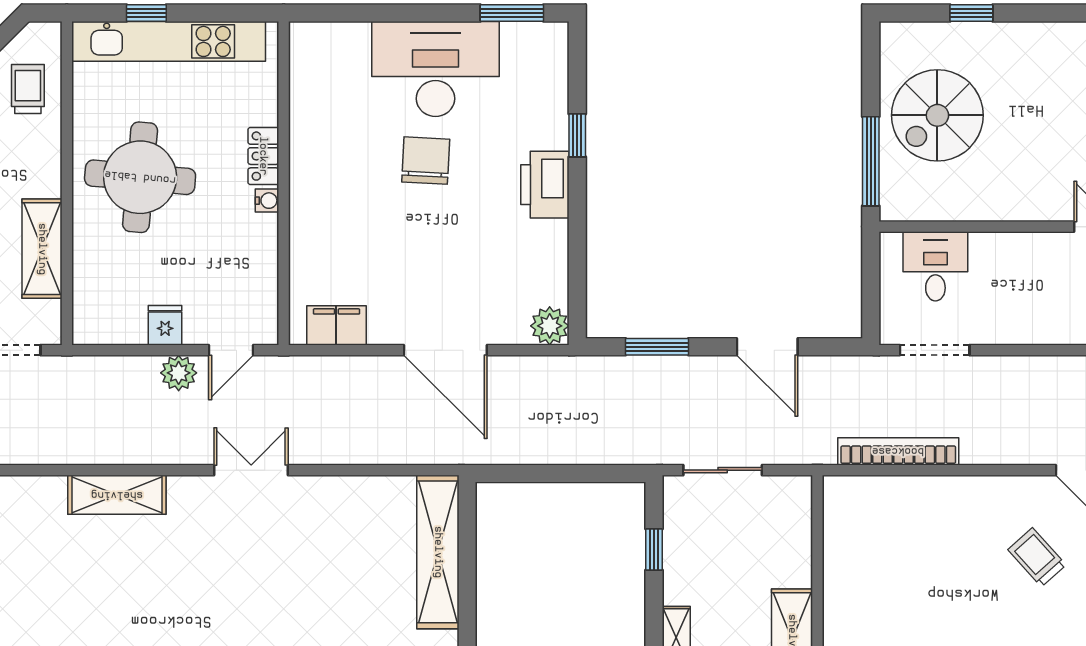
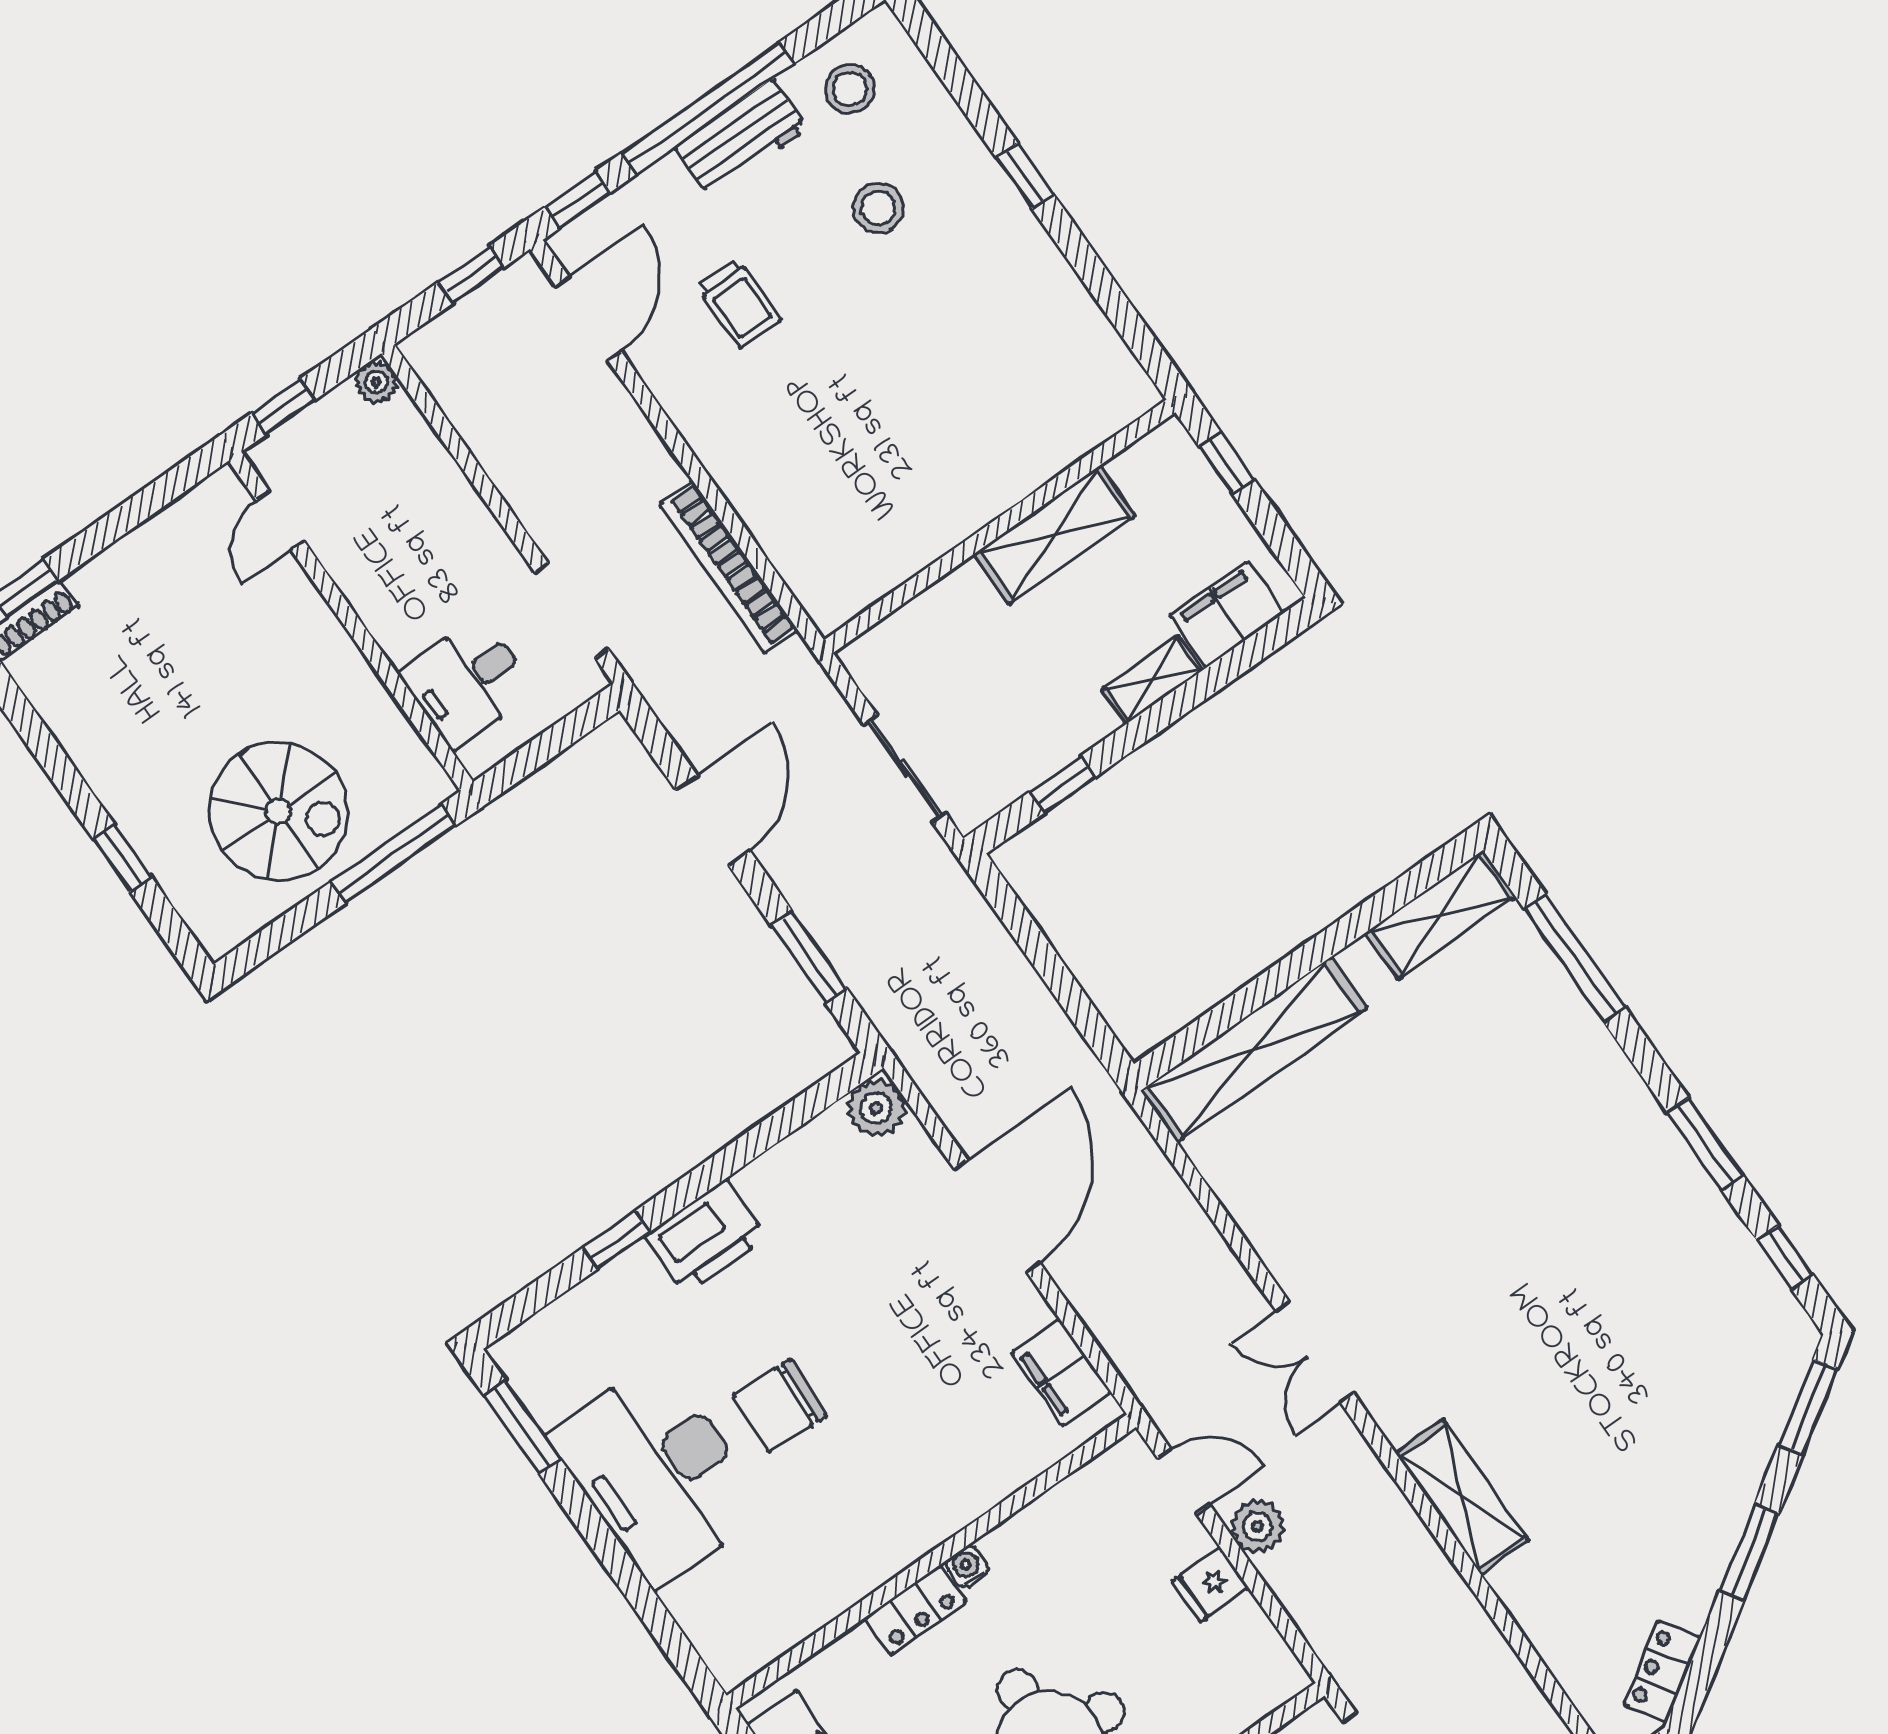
trolley: (1037, 557) -> (739, 303), turned -48

